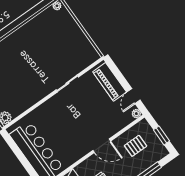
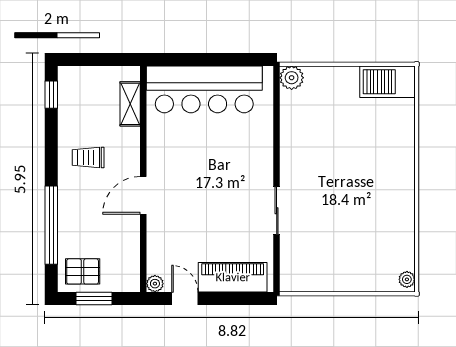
pallet: (136, 146) -> (83, 271), moved, turned 90

